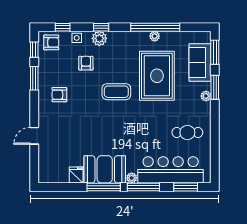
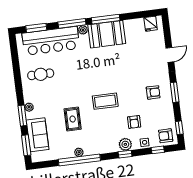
rug: (157, 76) -> (73, 119), width x0.54, depth x0.49
window: (34, 78) -> (175, 92), moved
fridge: (76, 175) -> (151, 24), moved

